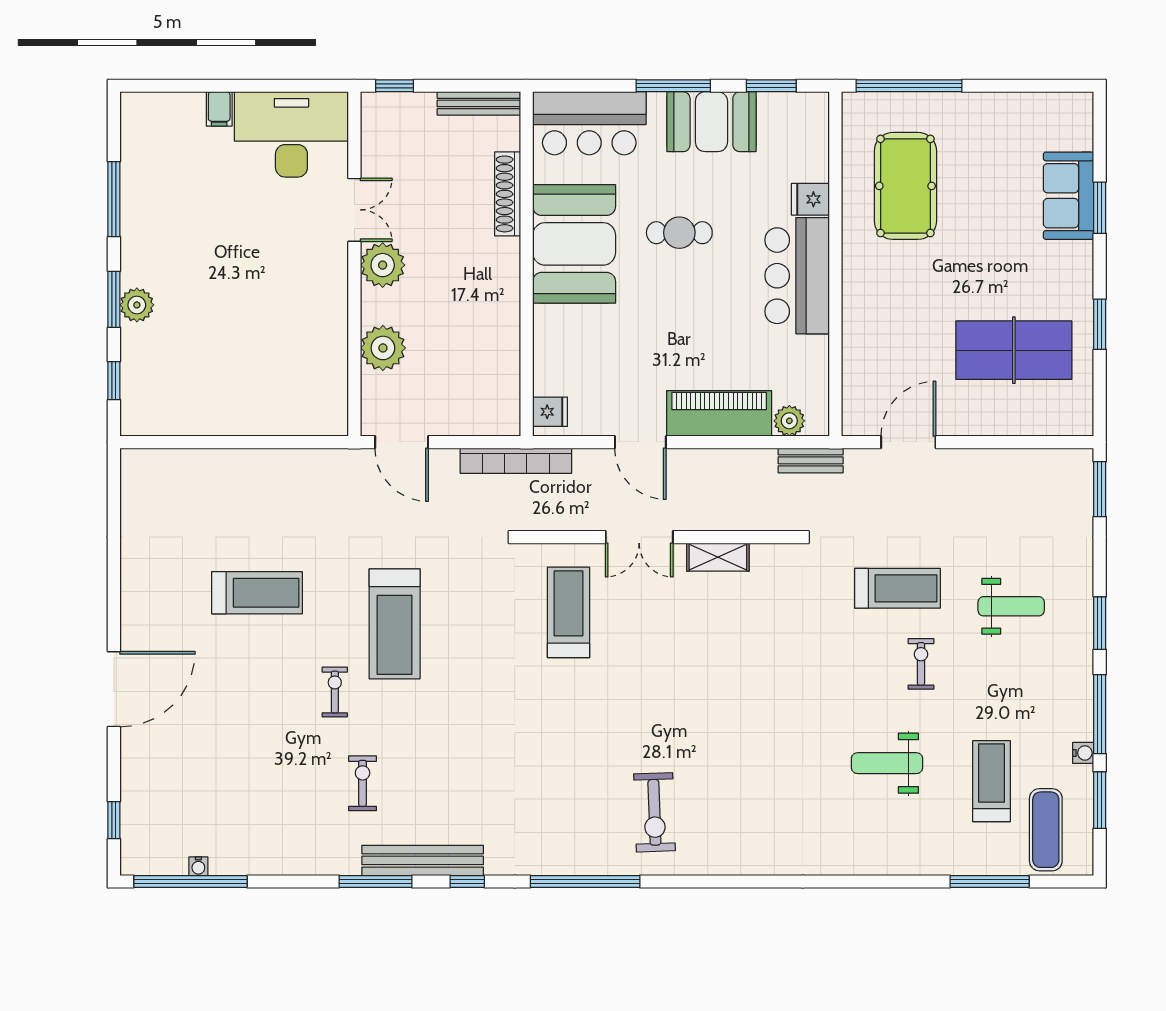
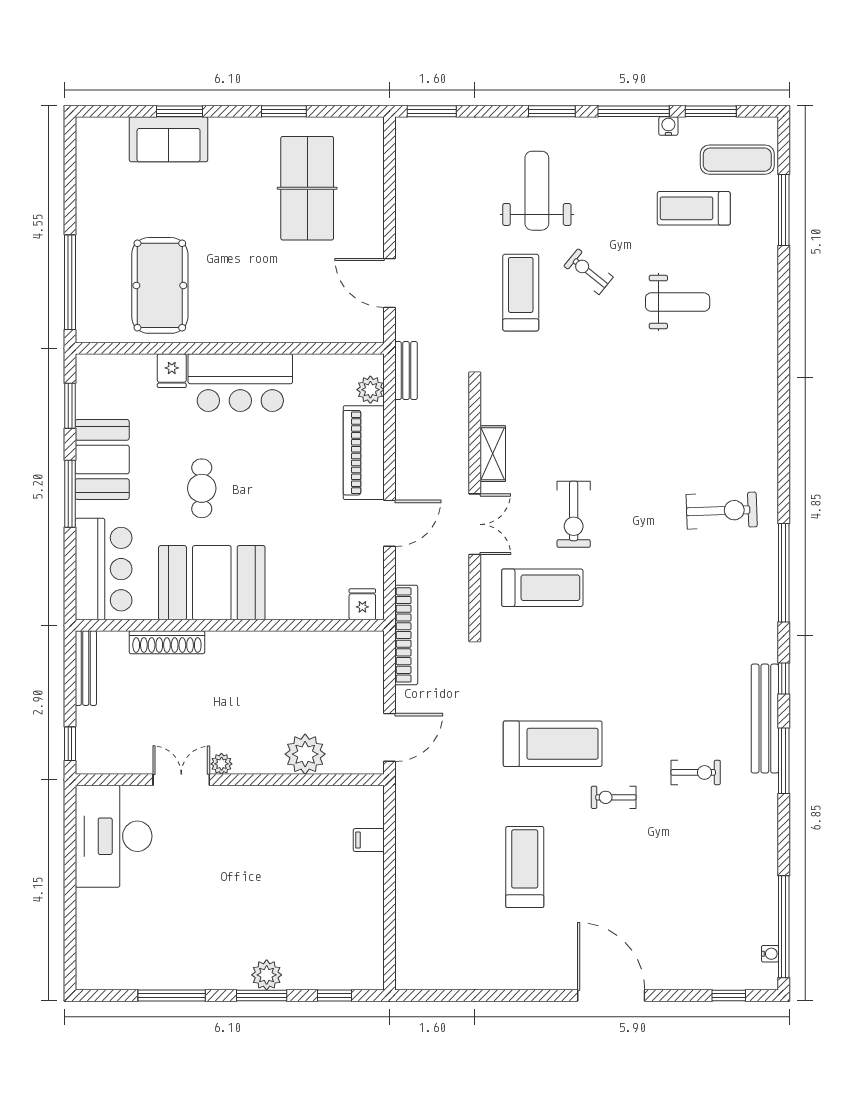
filing cabinet: (219, 109) -> (369, 840), moved, turned 180
pool table: (905, 186) -> (160, 285), turned 90
plant: (383, 265) -> (221, 764), width x0.53, depth x0.53
weight bench: (1011, 606) -> (537, 191), width x1.36, depth x1.33
treadmill: (569, 612) -> (542, 588), turned 180
exercise bike: (650, 647) -> (574, 514), added
exercise bike: (921, 664) -> (588, 272), turned 39
weight bench: (887, 763) -> (678, 302), turned -90
exercise bike: (363, 783) -> (696, 772), turned 180
water cooler: (198, 866) -> (770, 954), moved

